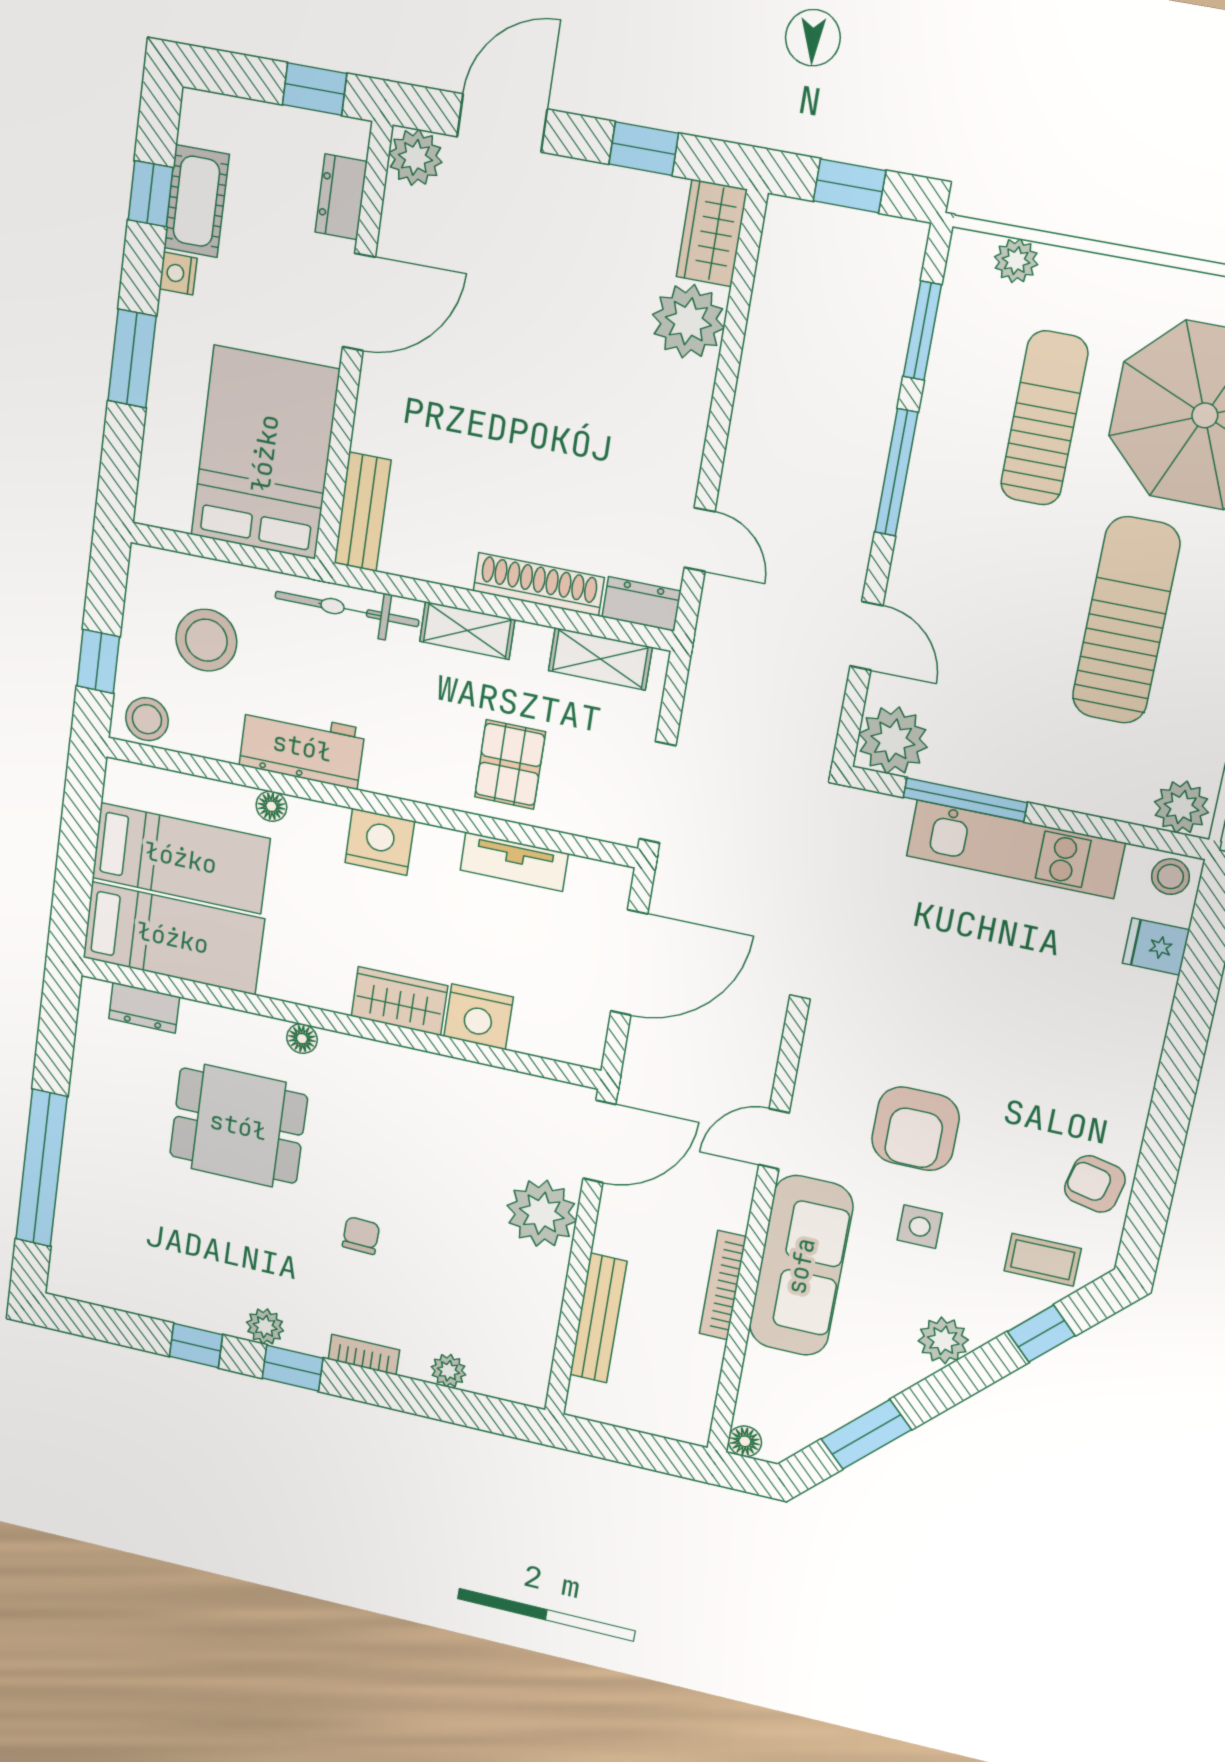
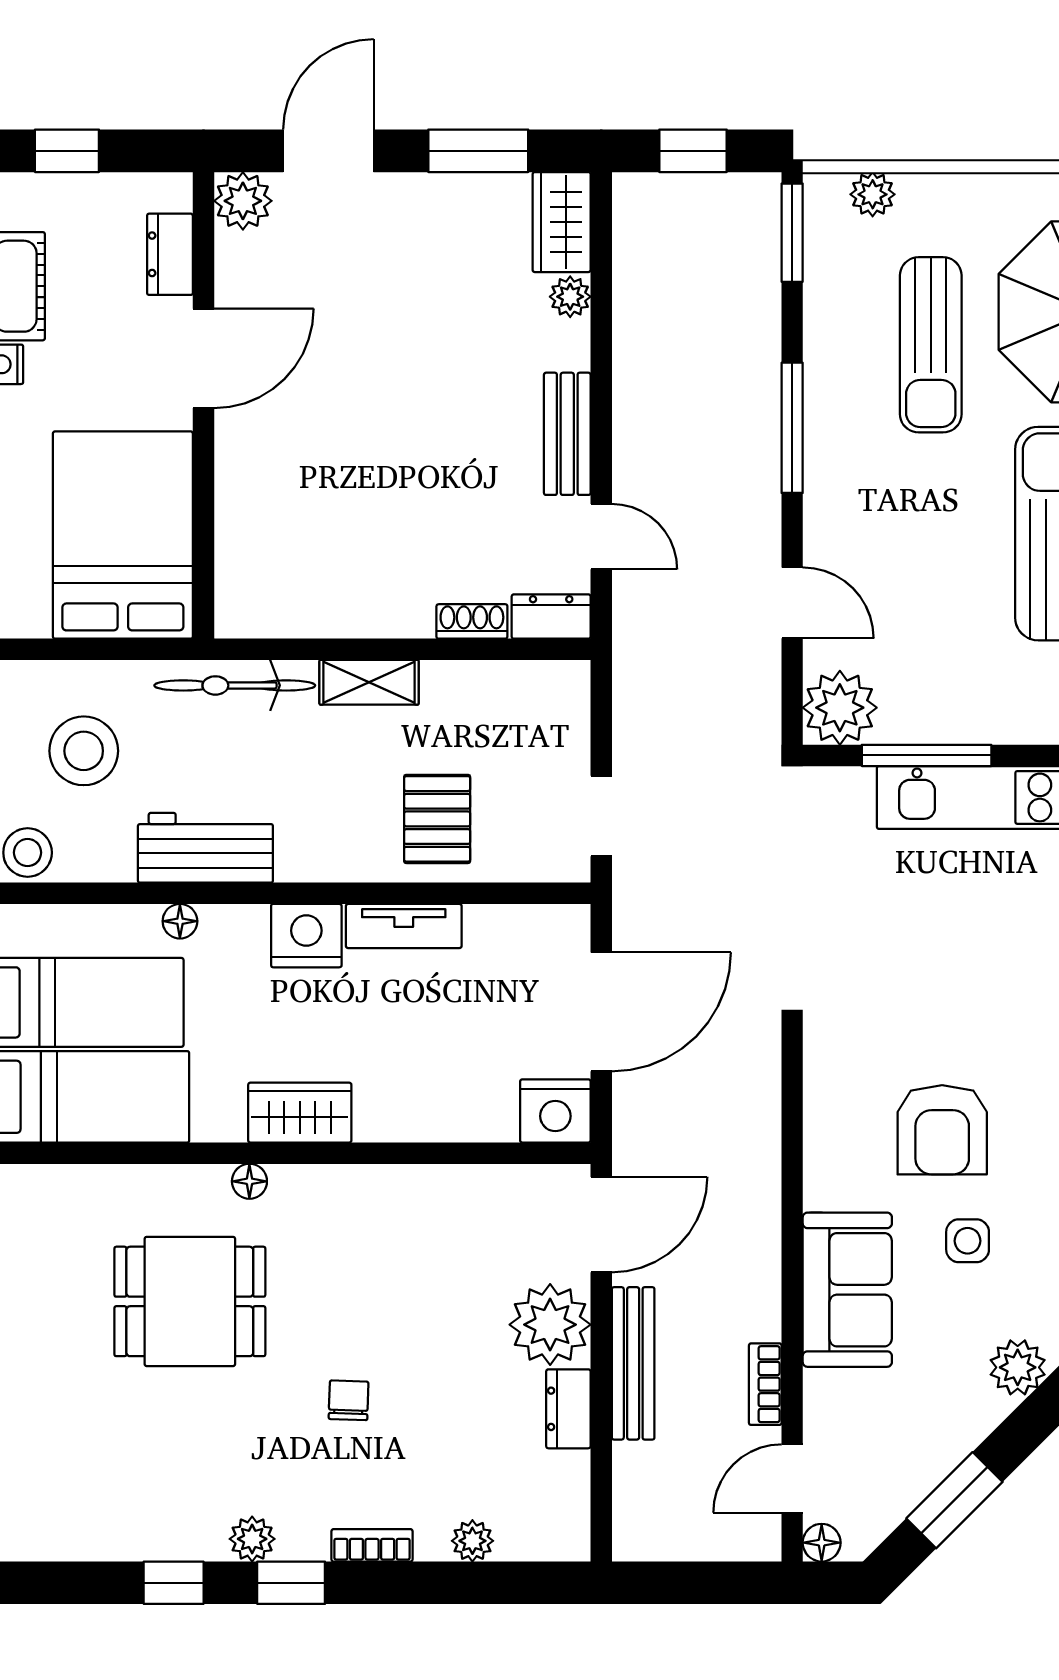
window: (315, 89) -> (67, 151), moved
window: (644, 149) -> (478, 151), width x1.50
plant: (688, 321) -> (570, 297), width x0.53, depth x0.53
window: (922, 331) -> (792, 233), moved
sun lounger: (1044, 418) -> (931, 345), turned 180
bench: (362, 512) -> (567, 434), moved
shoe rack: (539, 584) -> (472, 621), width x0.51, depth x0.81
shelving: (600, 659) -> (517, 684), removed
doorway: (657, 792) -> (601, 816), width x0.73
tv unit: (514, 862) -> (404, 926), moved
wardrobe: (399, 1001) -> (300, 1113), moved
dresser: (144, 1008) -> (568, 1409), moved, turned 90
nightstand: (478, 1017) -> (555, 1111), moved
door: (774, 1139) -> (792, 1478), moved
sofa: (801, 1266) -> (847, 1290), width x0.73
bookcase: (723, 1285) -> (765, 1384), width x0.64
bench: (598, 1318) -> (633, 1363), moved

